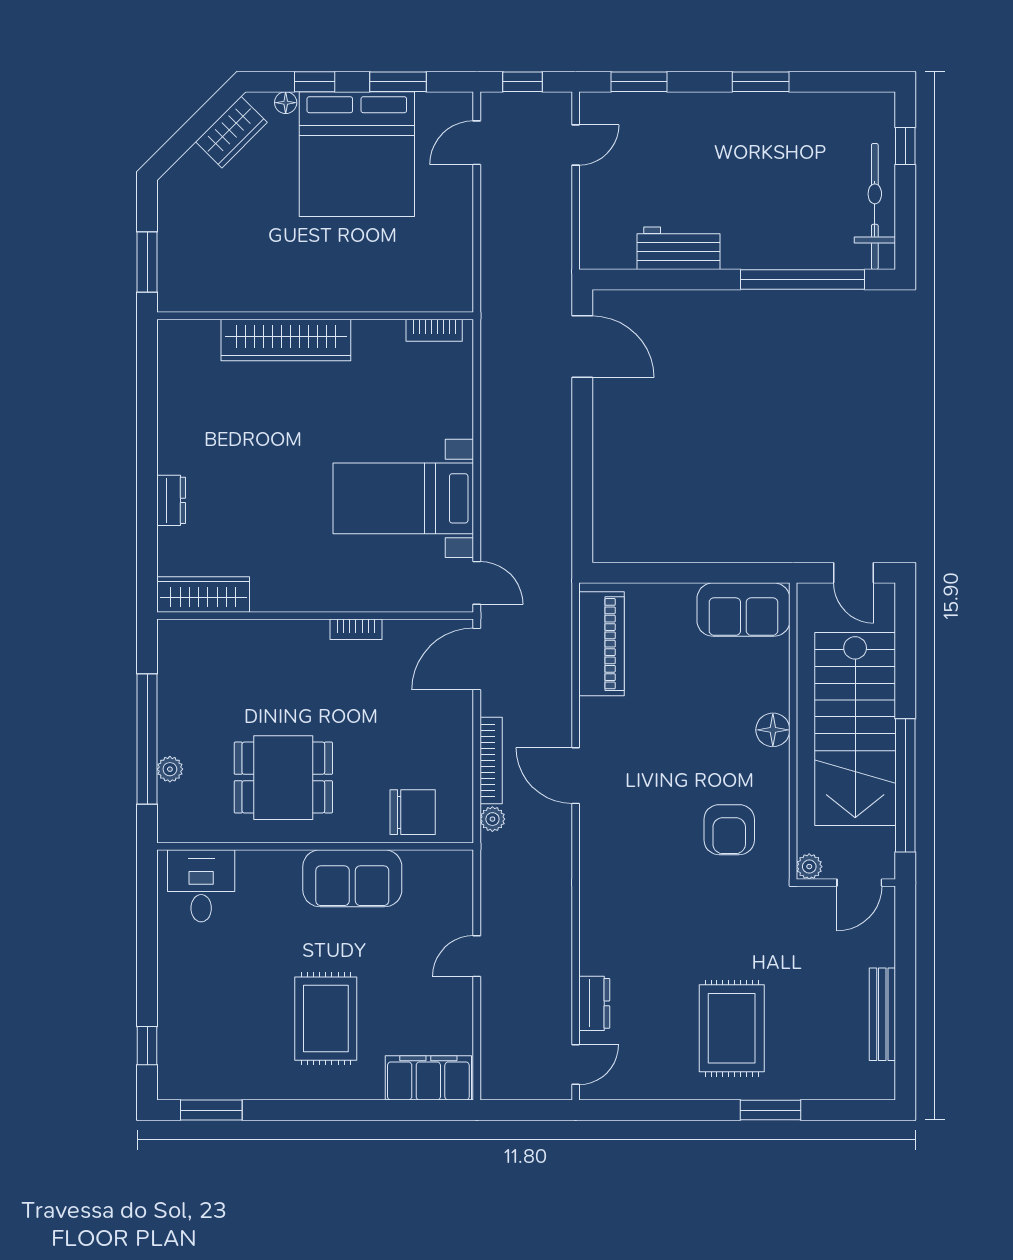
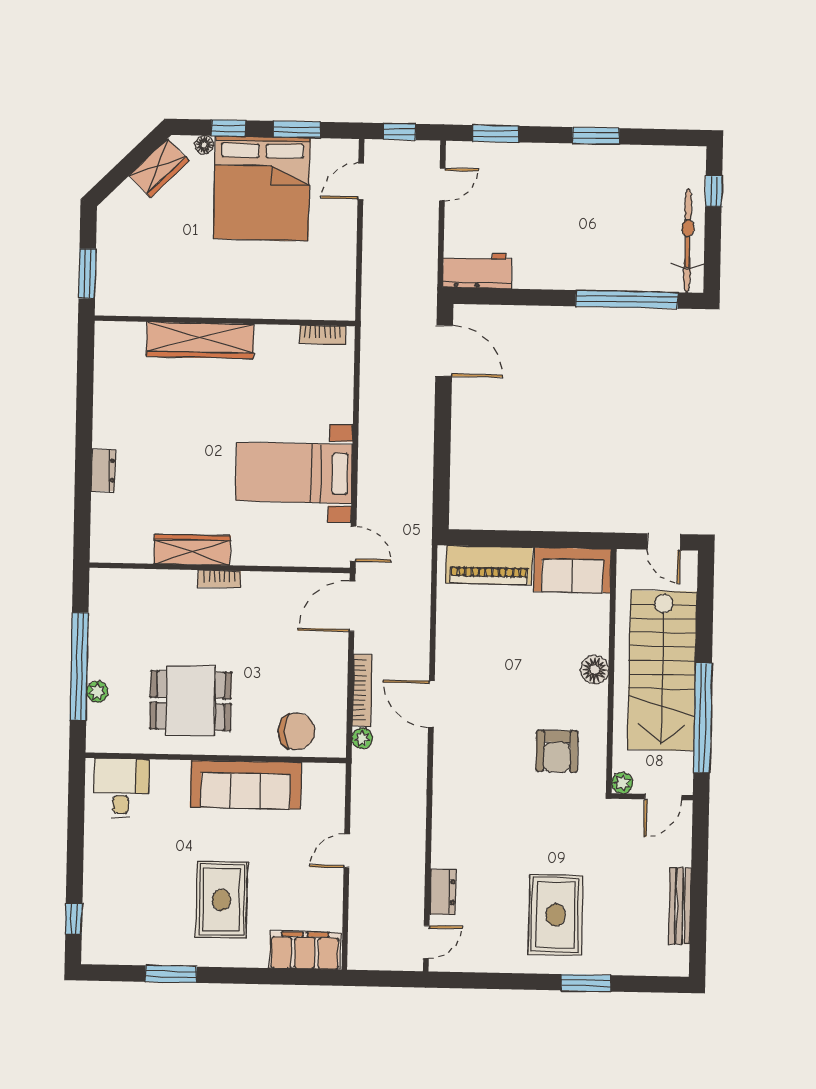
workbench: (679, 248) -> (477, 270), moved
wardrobe: (203, 595) -> (192, 550), moved
bookcase: (356, 629) -> (219, 579), moved
piano: (602, 644) -> (489, 565), moved, turned 90
sofa: (352, 878) -> (246, 785), width x1.36
window: (211, 1110) -> (171, 974), moved

